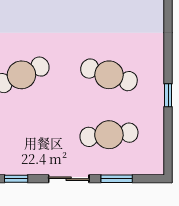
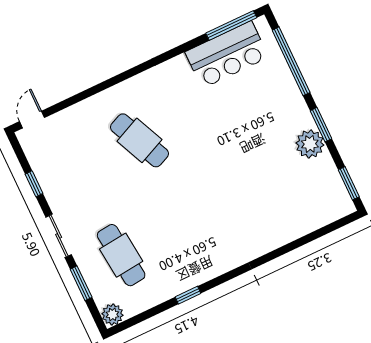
cafe table: (109, 75) -> (180, 227), removed
plant: (155, 165) -> (112, 314), added

